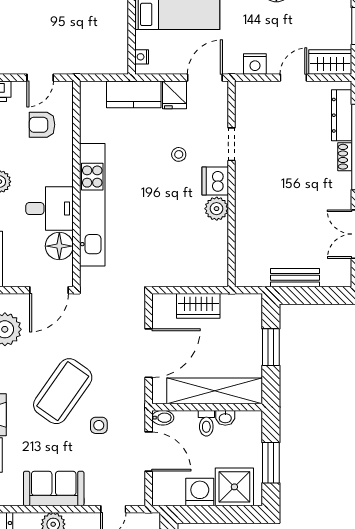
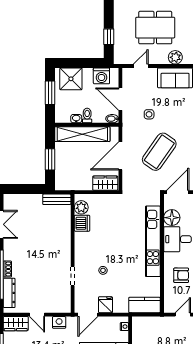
door: (293, 78) -> (37, 315), hinge flipped
kitchen counter: (134, 94) -> (145, 305), moved
armchair: (42, 125) -> (181, 275), moved
dishwasher: (215, 181) -> (82, 223), moved
plant: (217, 209) -> (81, 207), moved
bench: (295, 278) -> (57, 199), moved
wardrobe: (198, 306) -> (105, 183), moved
coffee table: (63, 391) -> (159, 152), moved
washing machine: (200, 492) -> (101, 76), moved

